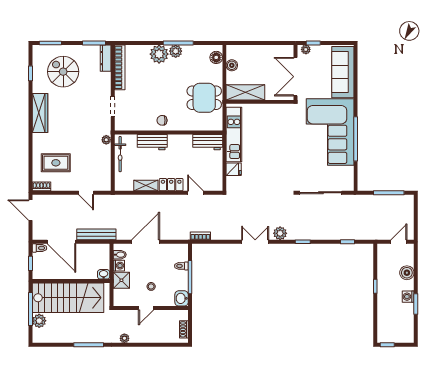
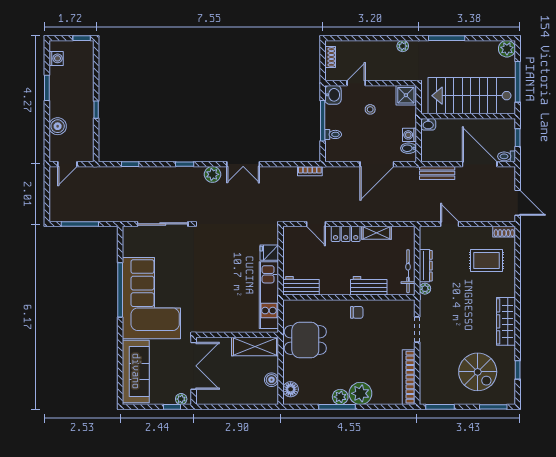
dresser: (106, 58) -> (426, 266), moved
bench: (96, 234) -> (437, 173), width x0.73
shower: (121, 280) -> (406, 95), moved
washing machine: (408, 297) -> (56, 58), moved
door: (146, 308) -> (356, 83), moved
plant: (39, 321) -> (507, 49), moved

